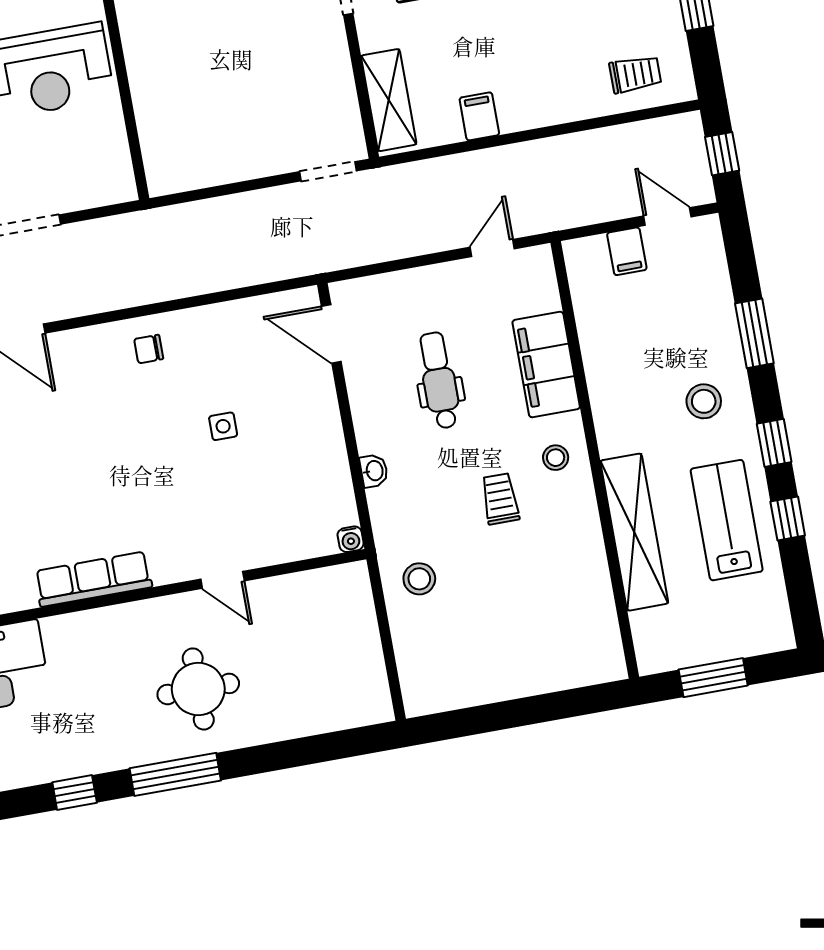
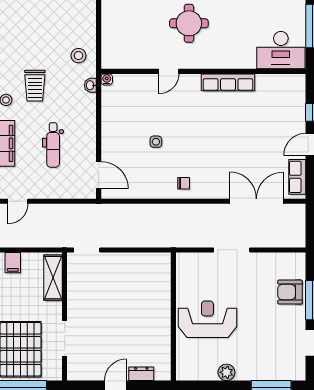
washbasin: (374, 471) -> (90, 85), moved
trolley: (500, 499) -> (35, 86), width x1.36, depth x1.39
door: (222, 580) -> (169, 71), swing flipped

